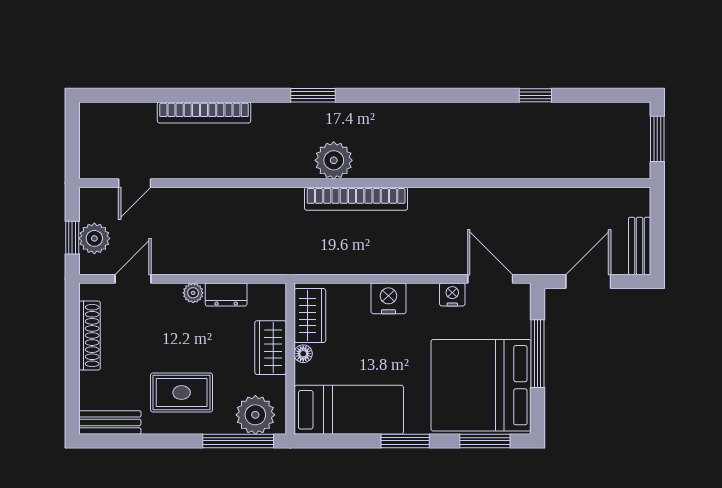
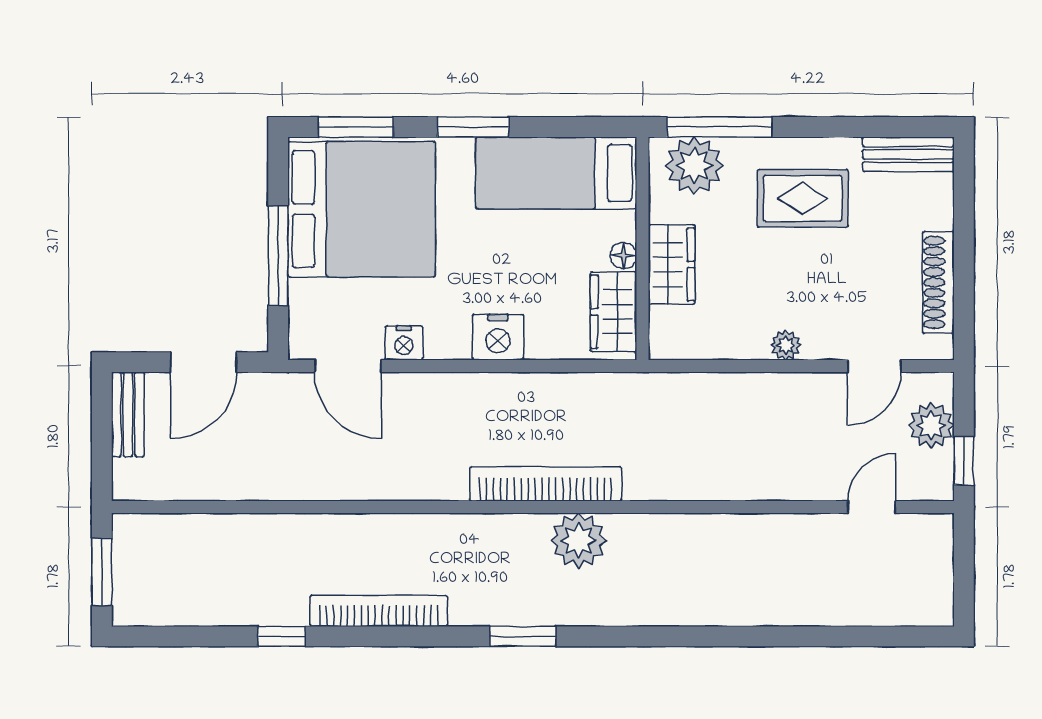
window: (313, 95) -> (523, 636), moved
bookcase: (204, 113) -> (379, 611), moved
window: (72, 238) -> (964, 461), moved
dresser: (226, 294) -> (737, 343), removed

